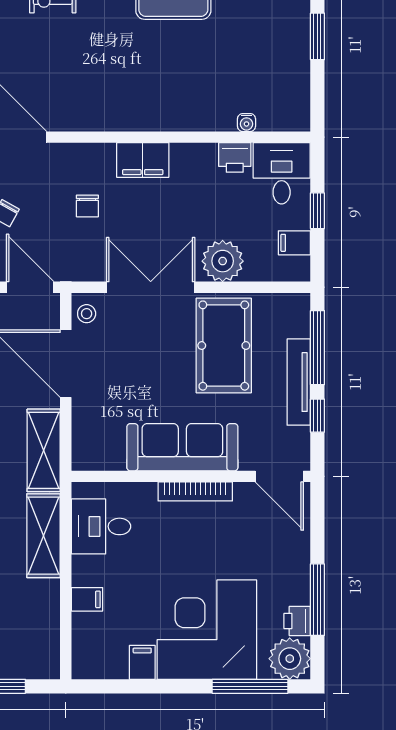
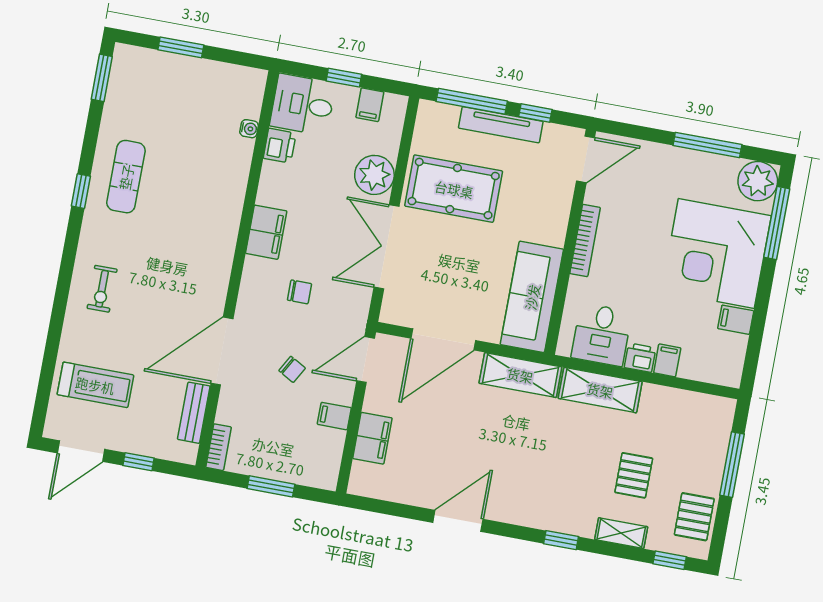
stool: (87, 314) -> (400, 311), removed
sofa: (182, 447) -> (532, 297), moved
printer: (297, 621) -> (640, 358), moved, turned 180

